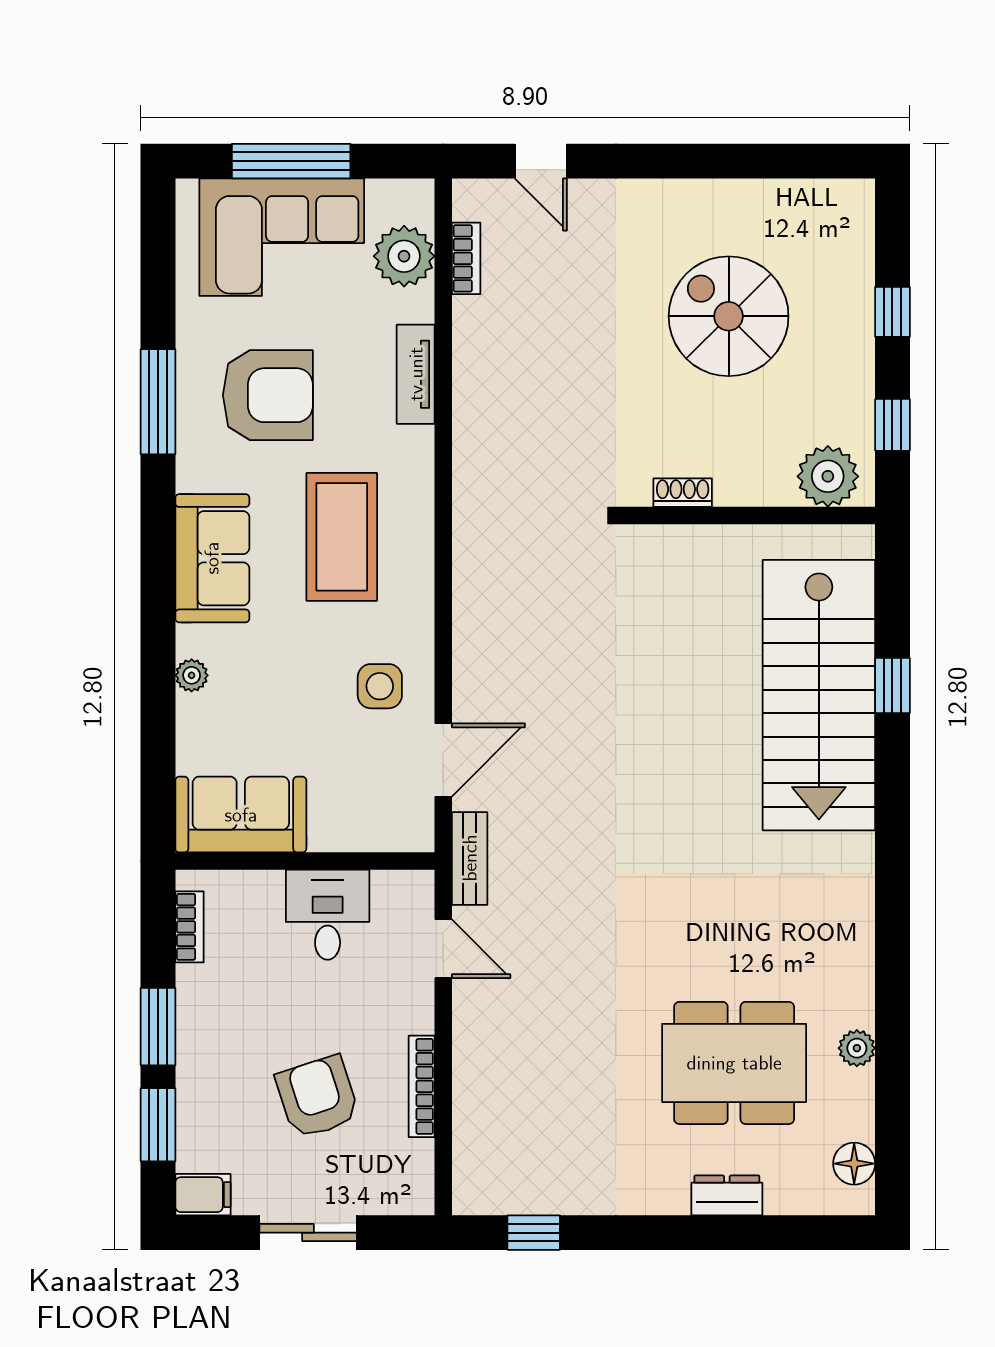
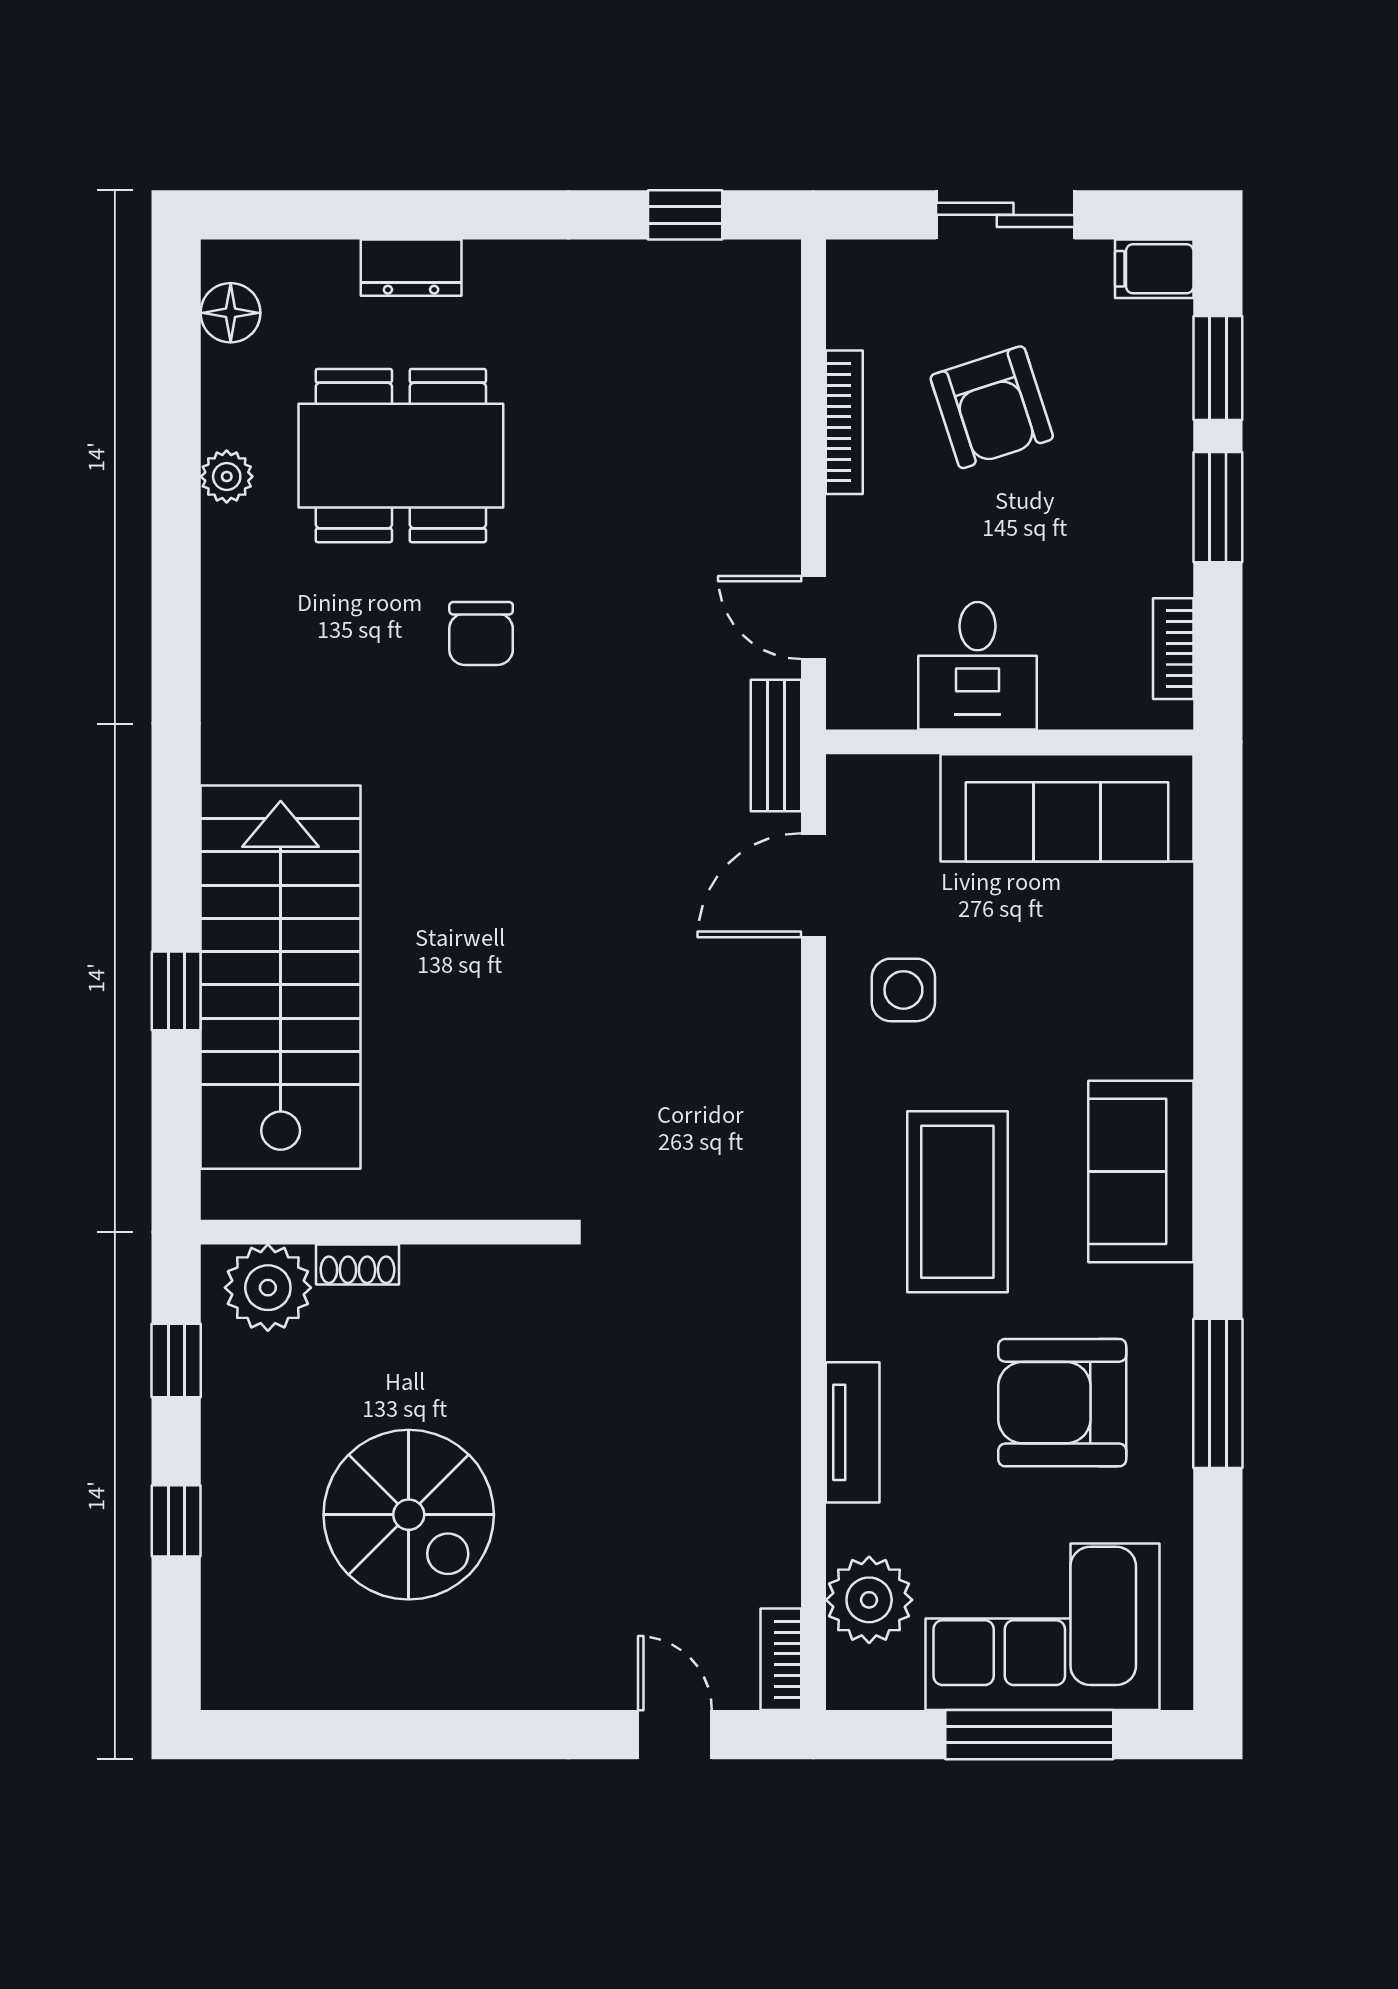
bookcase: (466, 258) -> (781, 1659), moved
shoe rack: (683, 493) -> (358, 1265), moved
plant: (192, 675) -> (1170, 1005), removed
sofa: (241, 815) -> (1067, 808), width x1.36
chair: (678, 937) -> (481, 634), added

